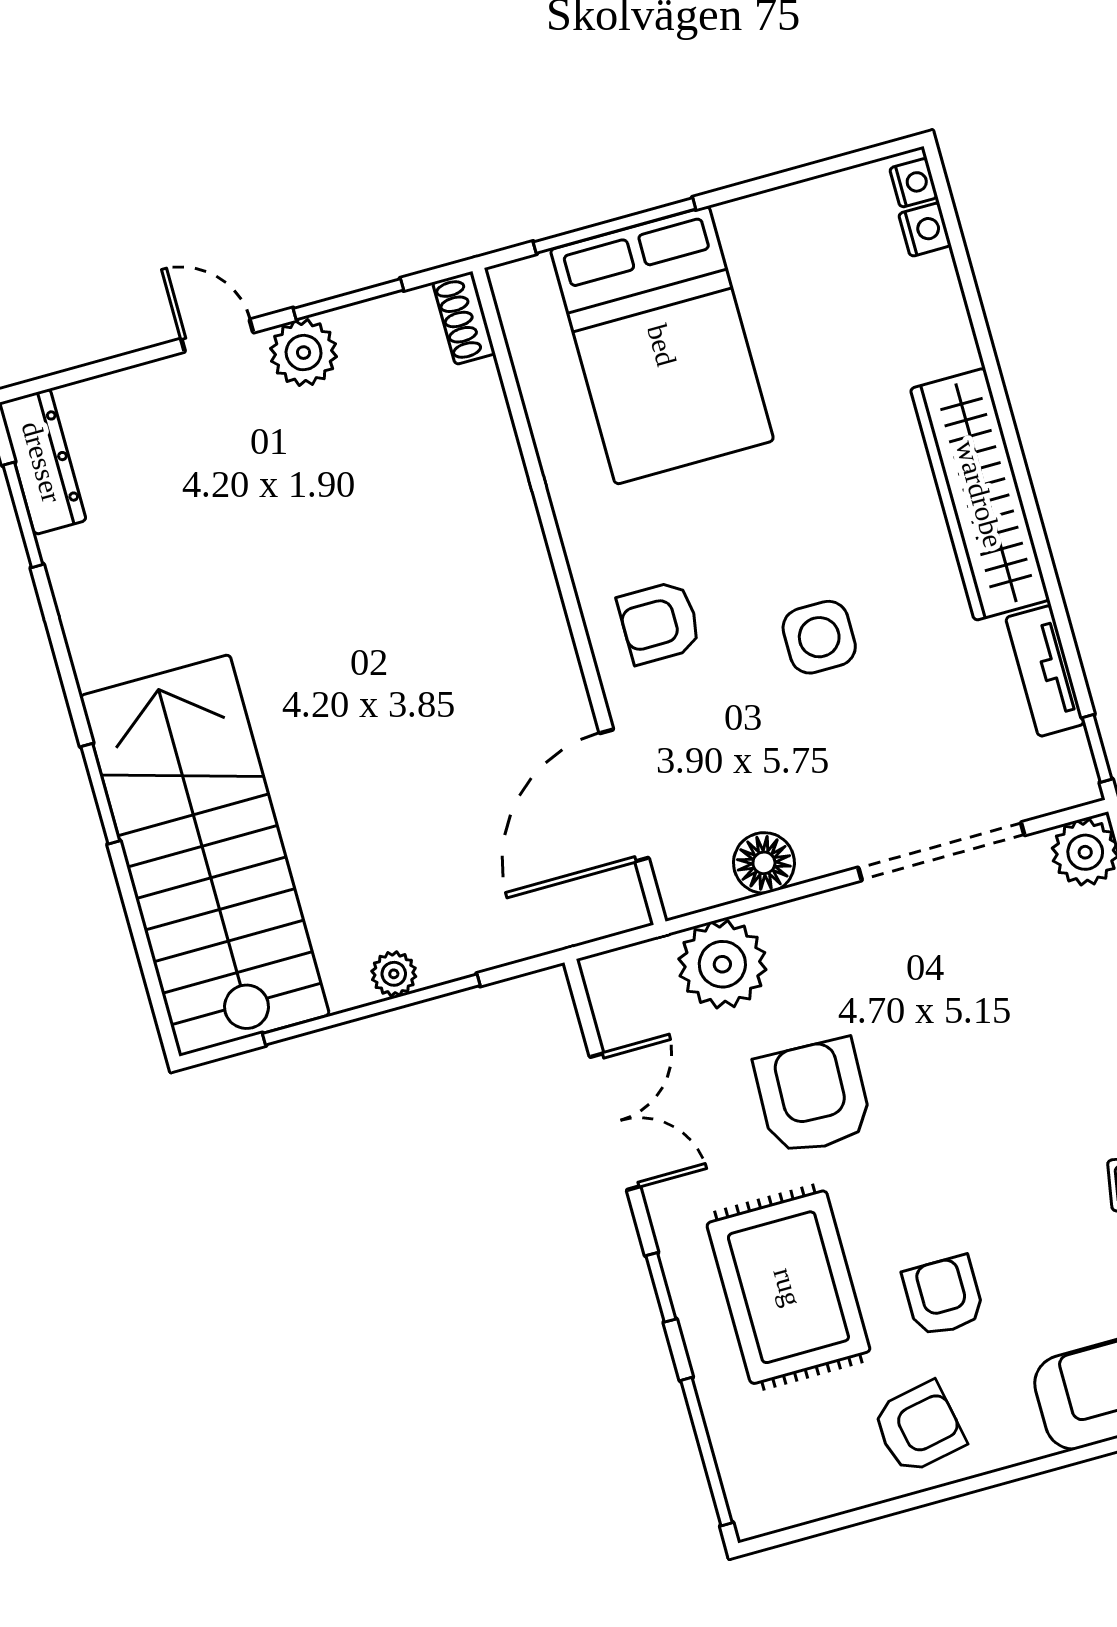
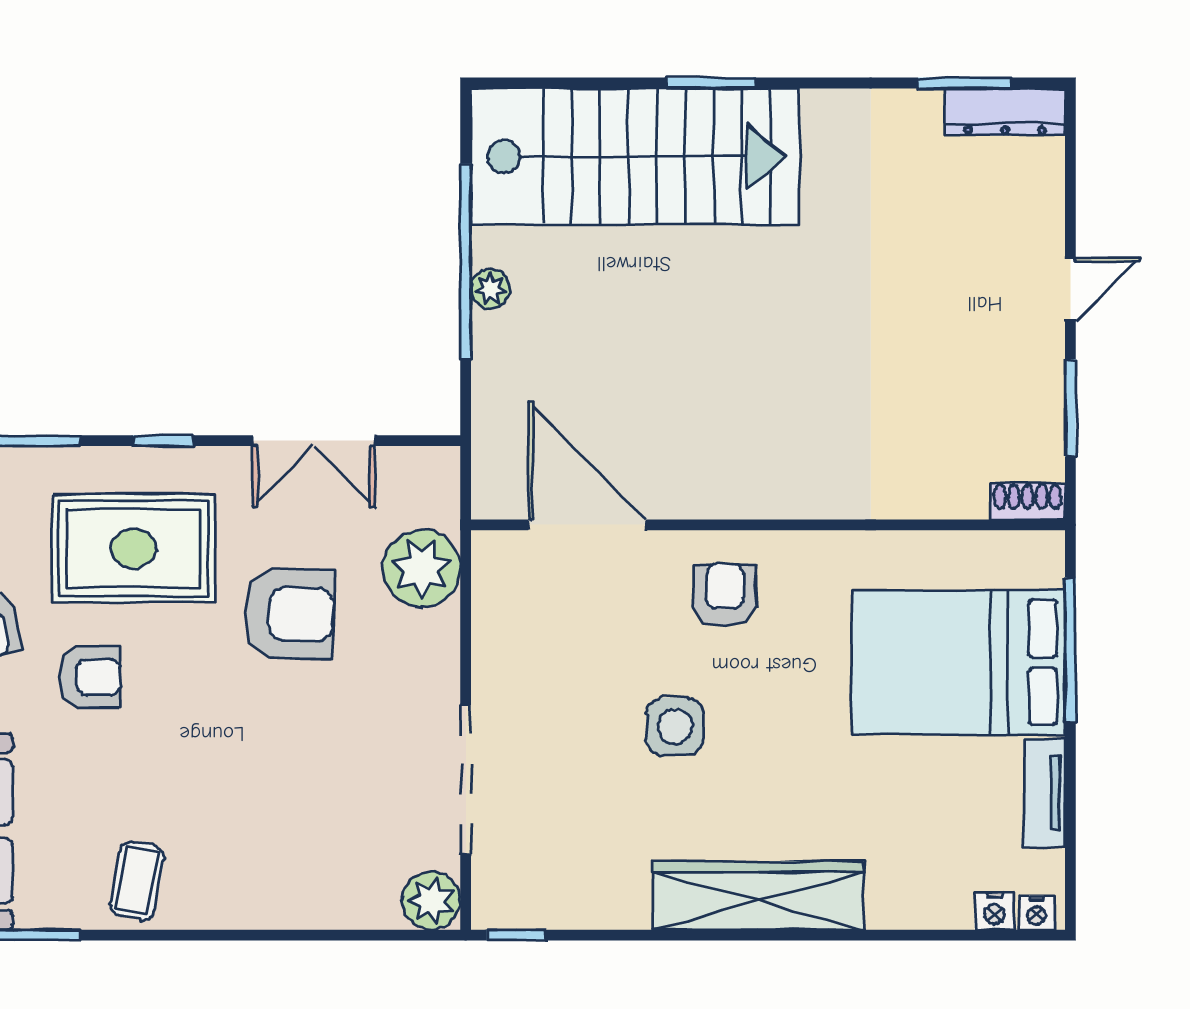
plant: (304, 353) -> (1036, 358), removed
tv unit: (1045, 671) -> (1044, 793), moved, turned -90
floor lamp: (764, 863) -> (497, 627), removed

